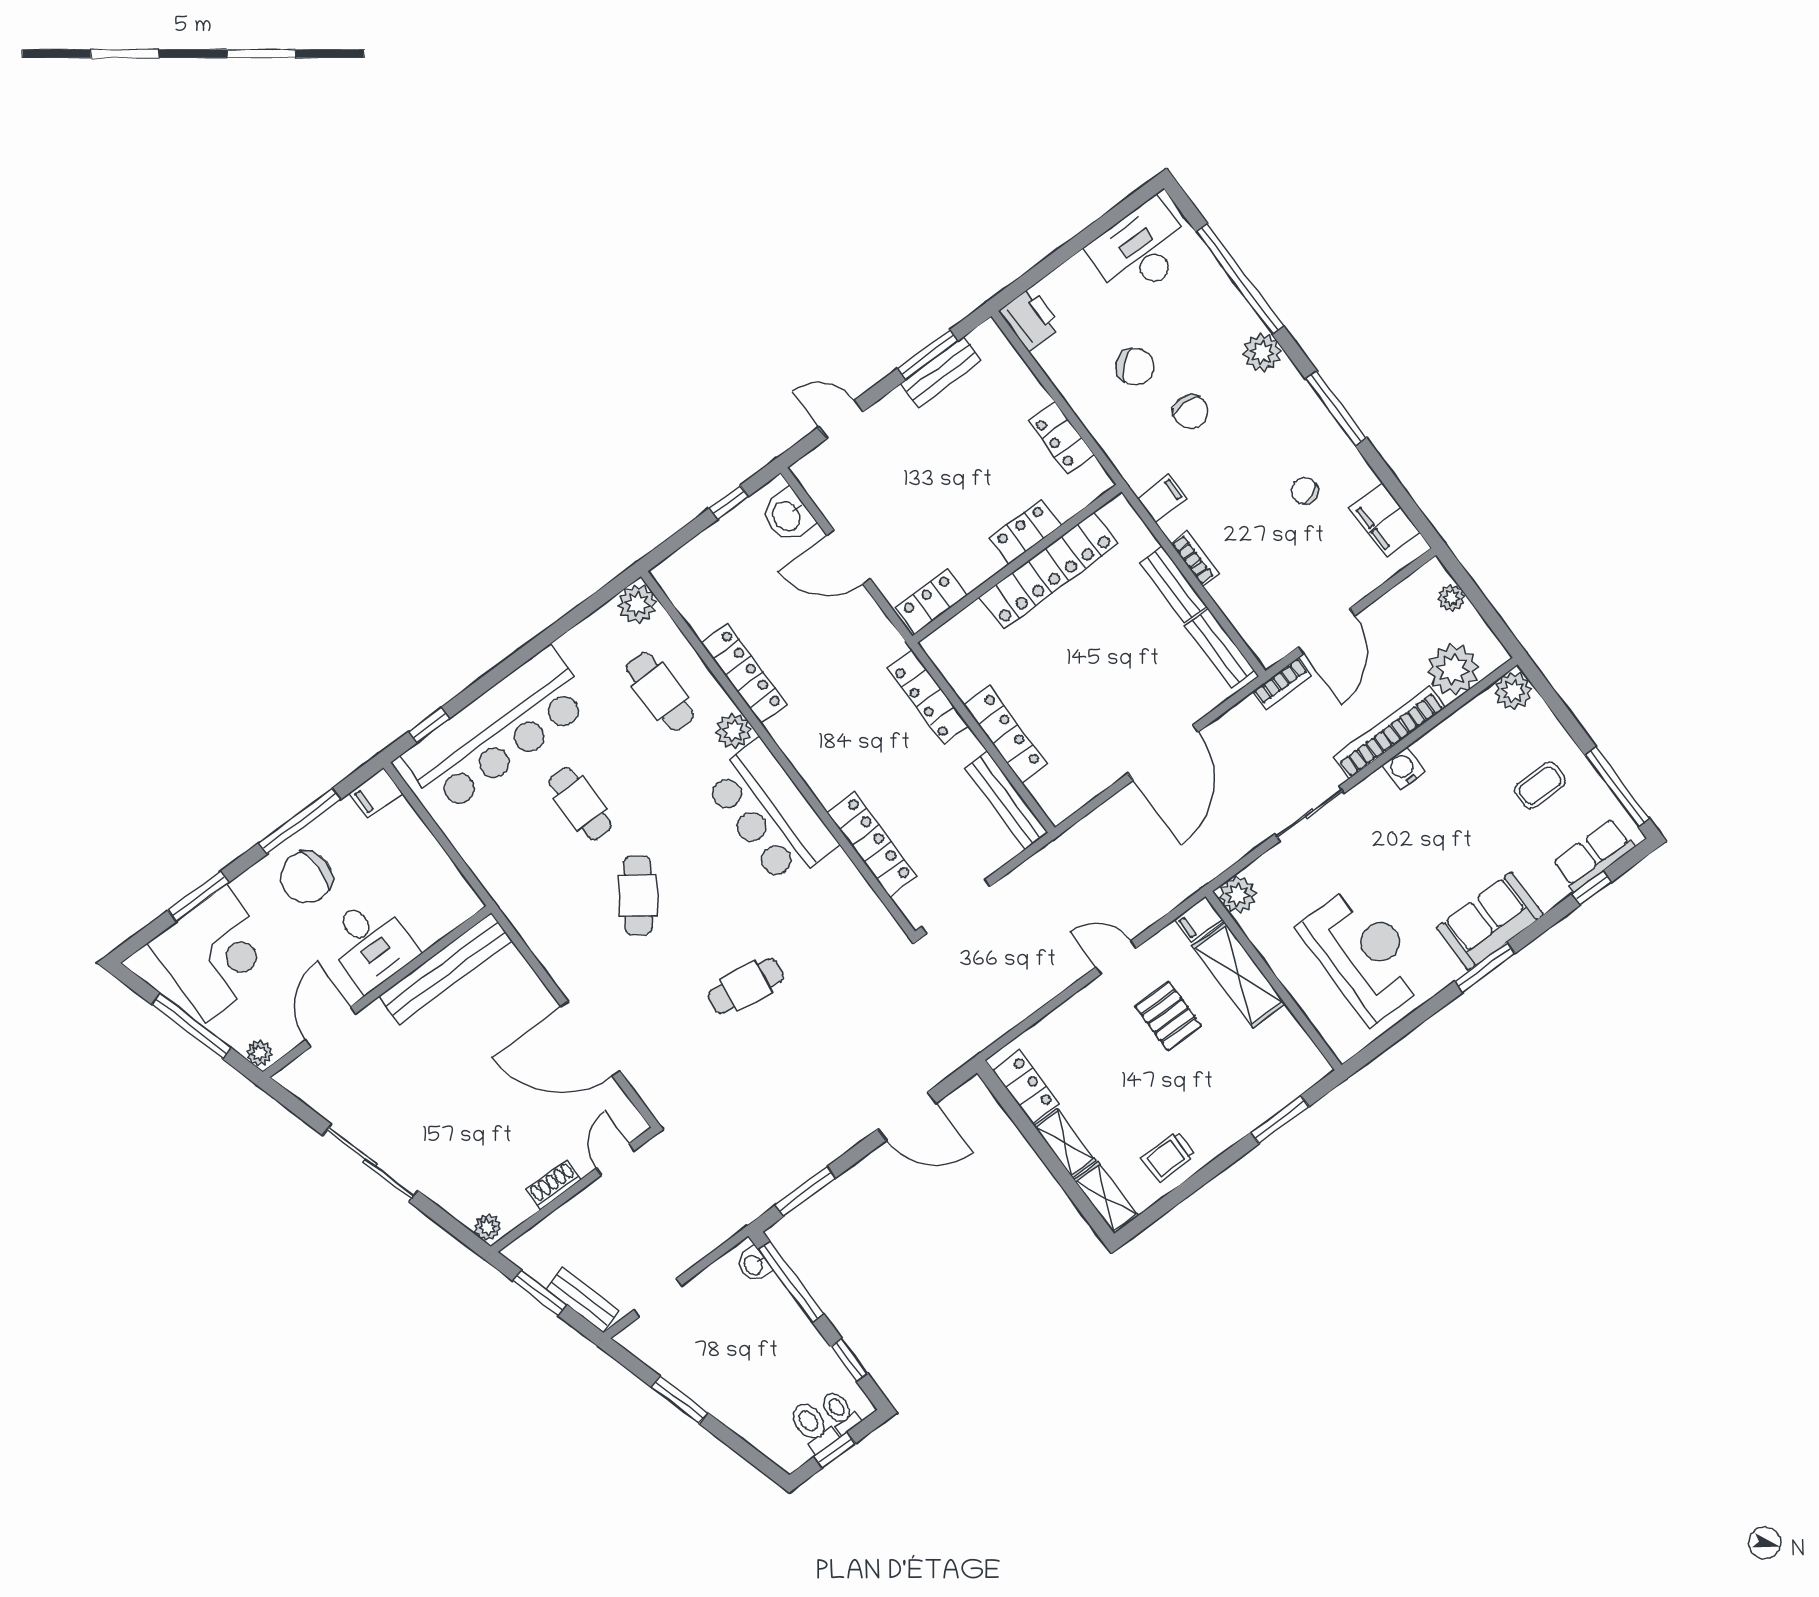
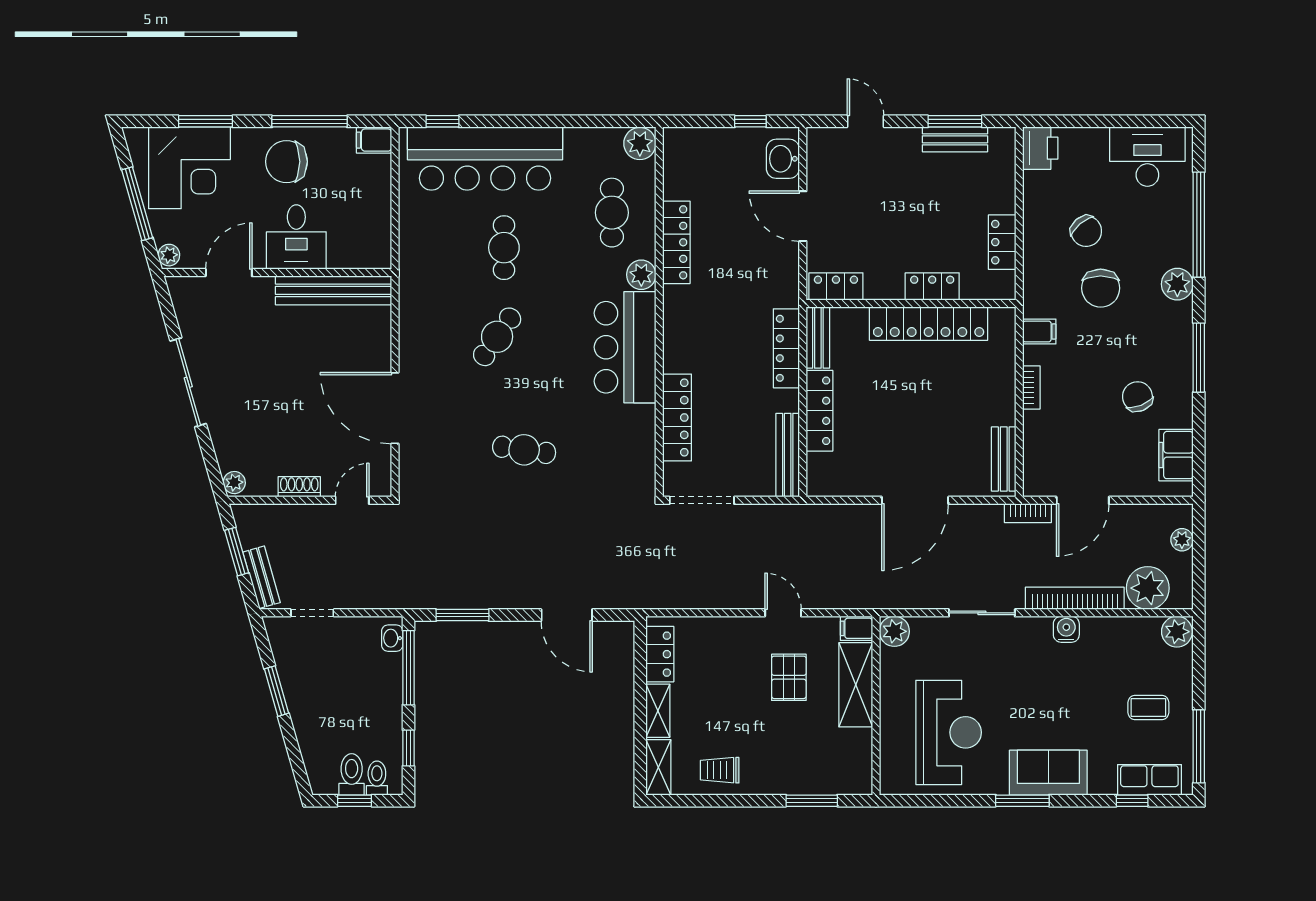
chair: (1190, 412) -> (1101, 288), width x1.37, depth x1.37
chair: (1305, 491) -> (1137, 397), width x1.37, depth x1.37
bench: (1173, 584) -> (818, 338), moved

